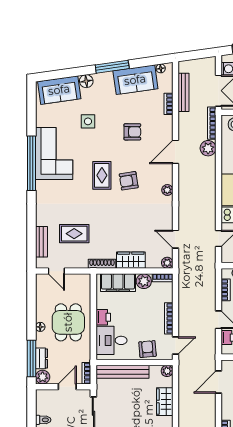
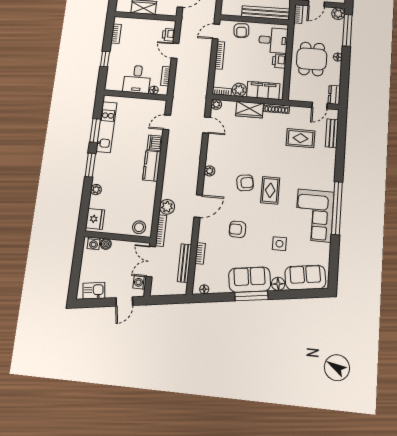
sofa: (135, 80) -> (250, 280), moved
door: (56, 271) -> (320, 105), swing flipped
dresser: (41, 358) -> (334, 95), moved
plant: (167, 371) -> (226, 11), removed

